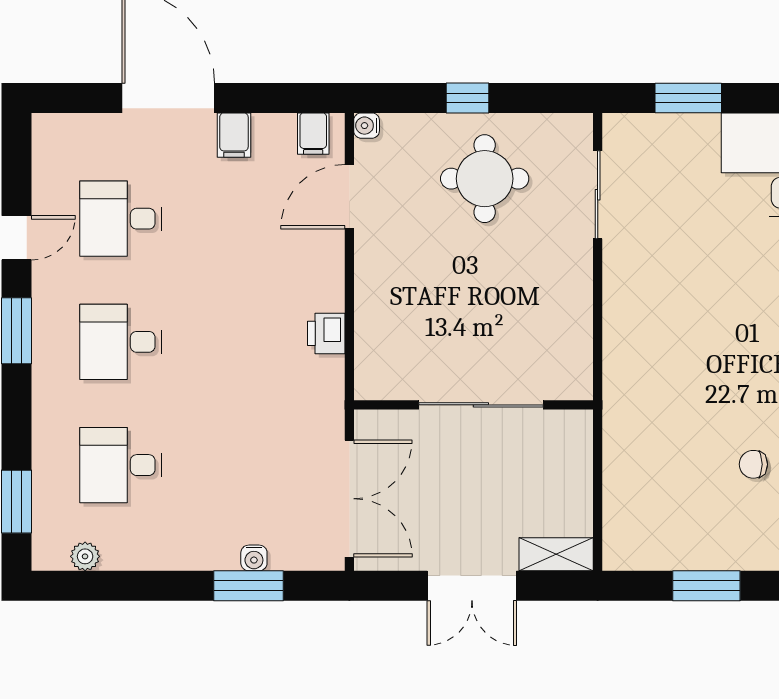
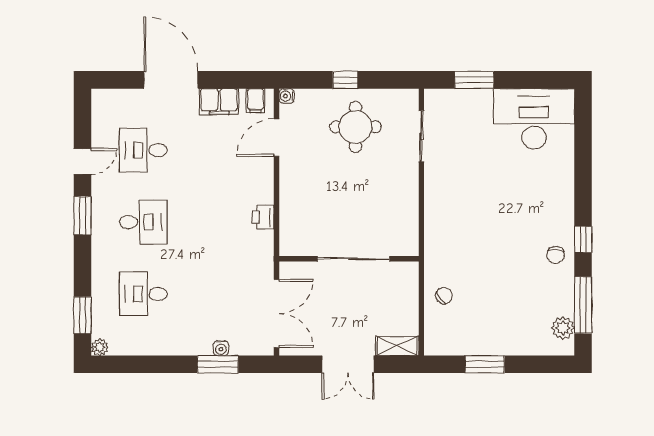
filing cabinet: (234, 135) -> (219, 102), width x2.00
desk: (121, 342) -> (143, 222), turned 180
chair: (753, 464) -> (444, 296), moved, turned 142
plant: (85, 556) -> (100, 347), moved

